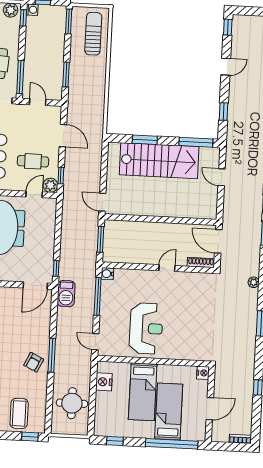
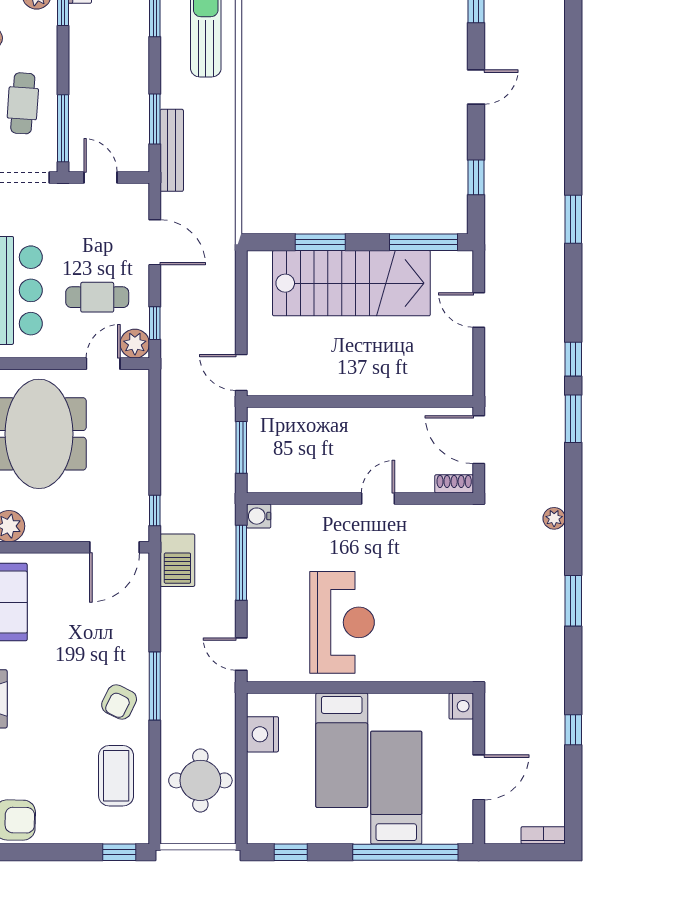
bench: (74, 90) -> (172, 150), added
shoe rack: (201, 262) -> (454, 484), width x0.70
coffee table: (19, 413) -> (116, 776), moved

